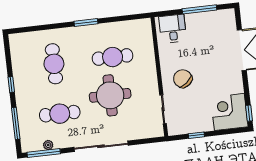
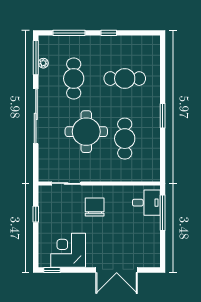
window: (199, 9) -> (163, 213), moved
chair: (183, 79) -> (95, 207), turned -51
corner desk: (229, 112) -> (68, 250), moved, turned -90

